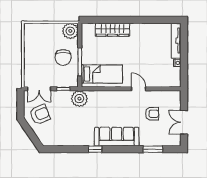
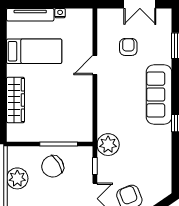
plant: (70, 31) -> (17, 178), moved
chair: (63, 57) -> (53, 166), turned 149
bed: (102, 74) -> (34, 51), moved, turned 90

